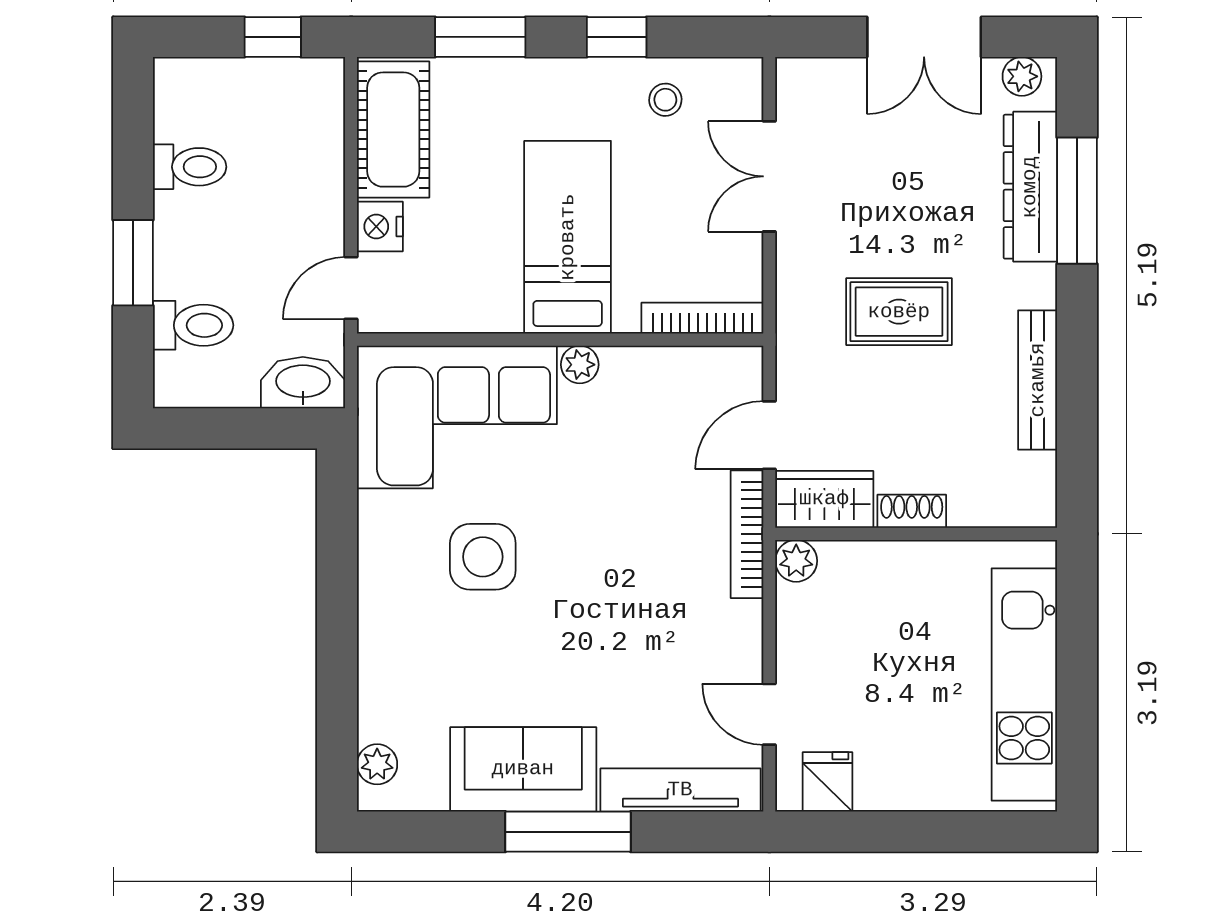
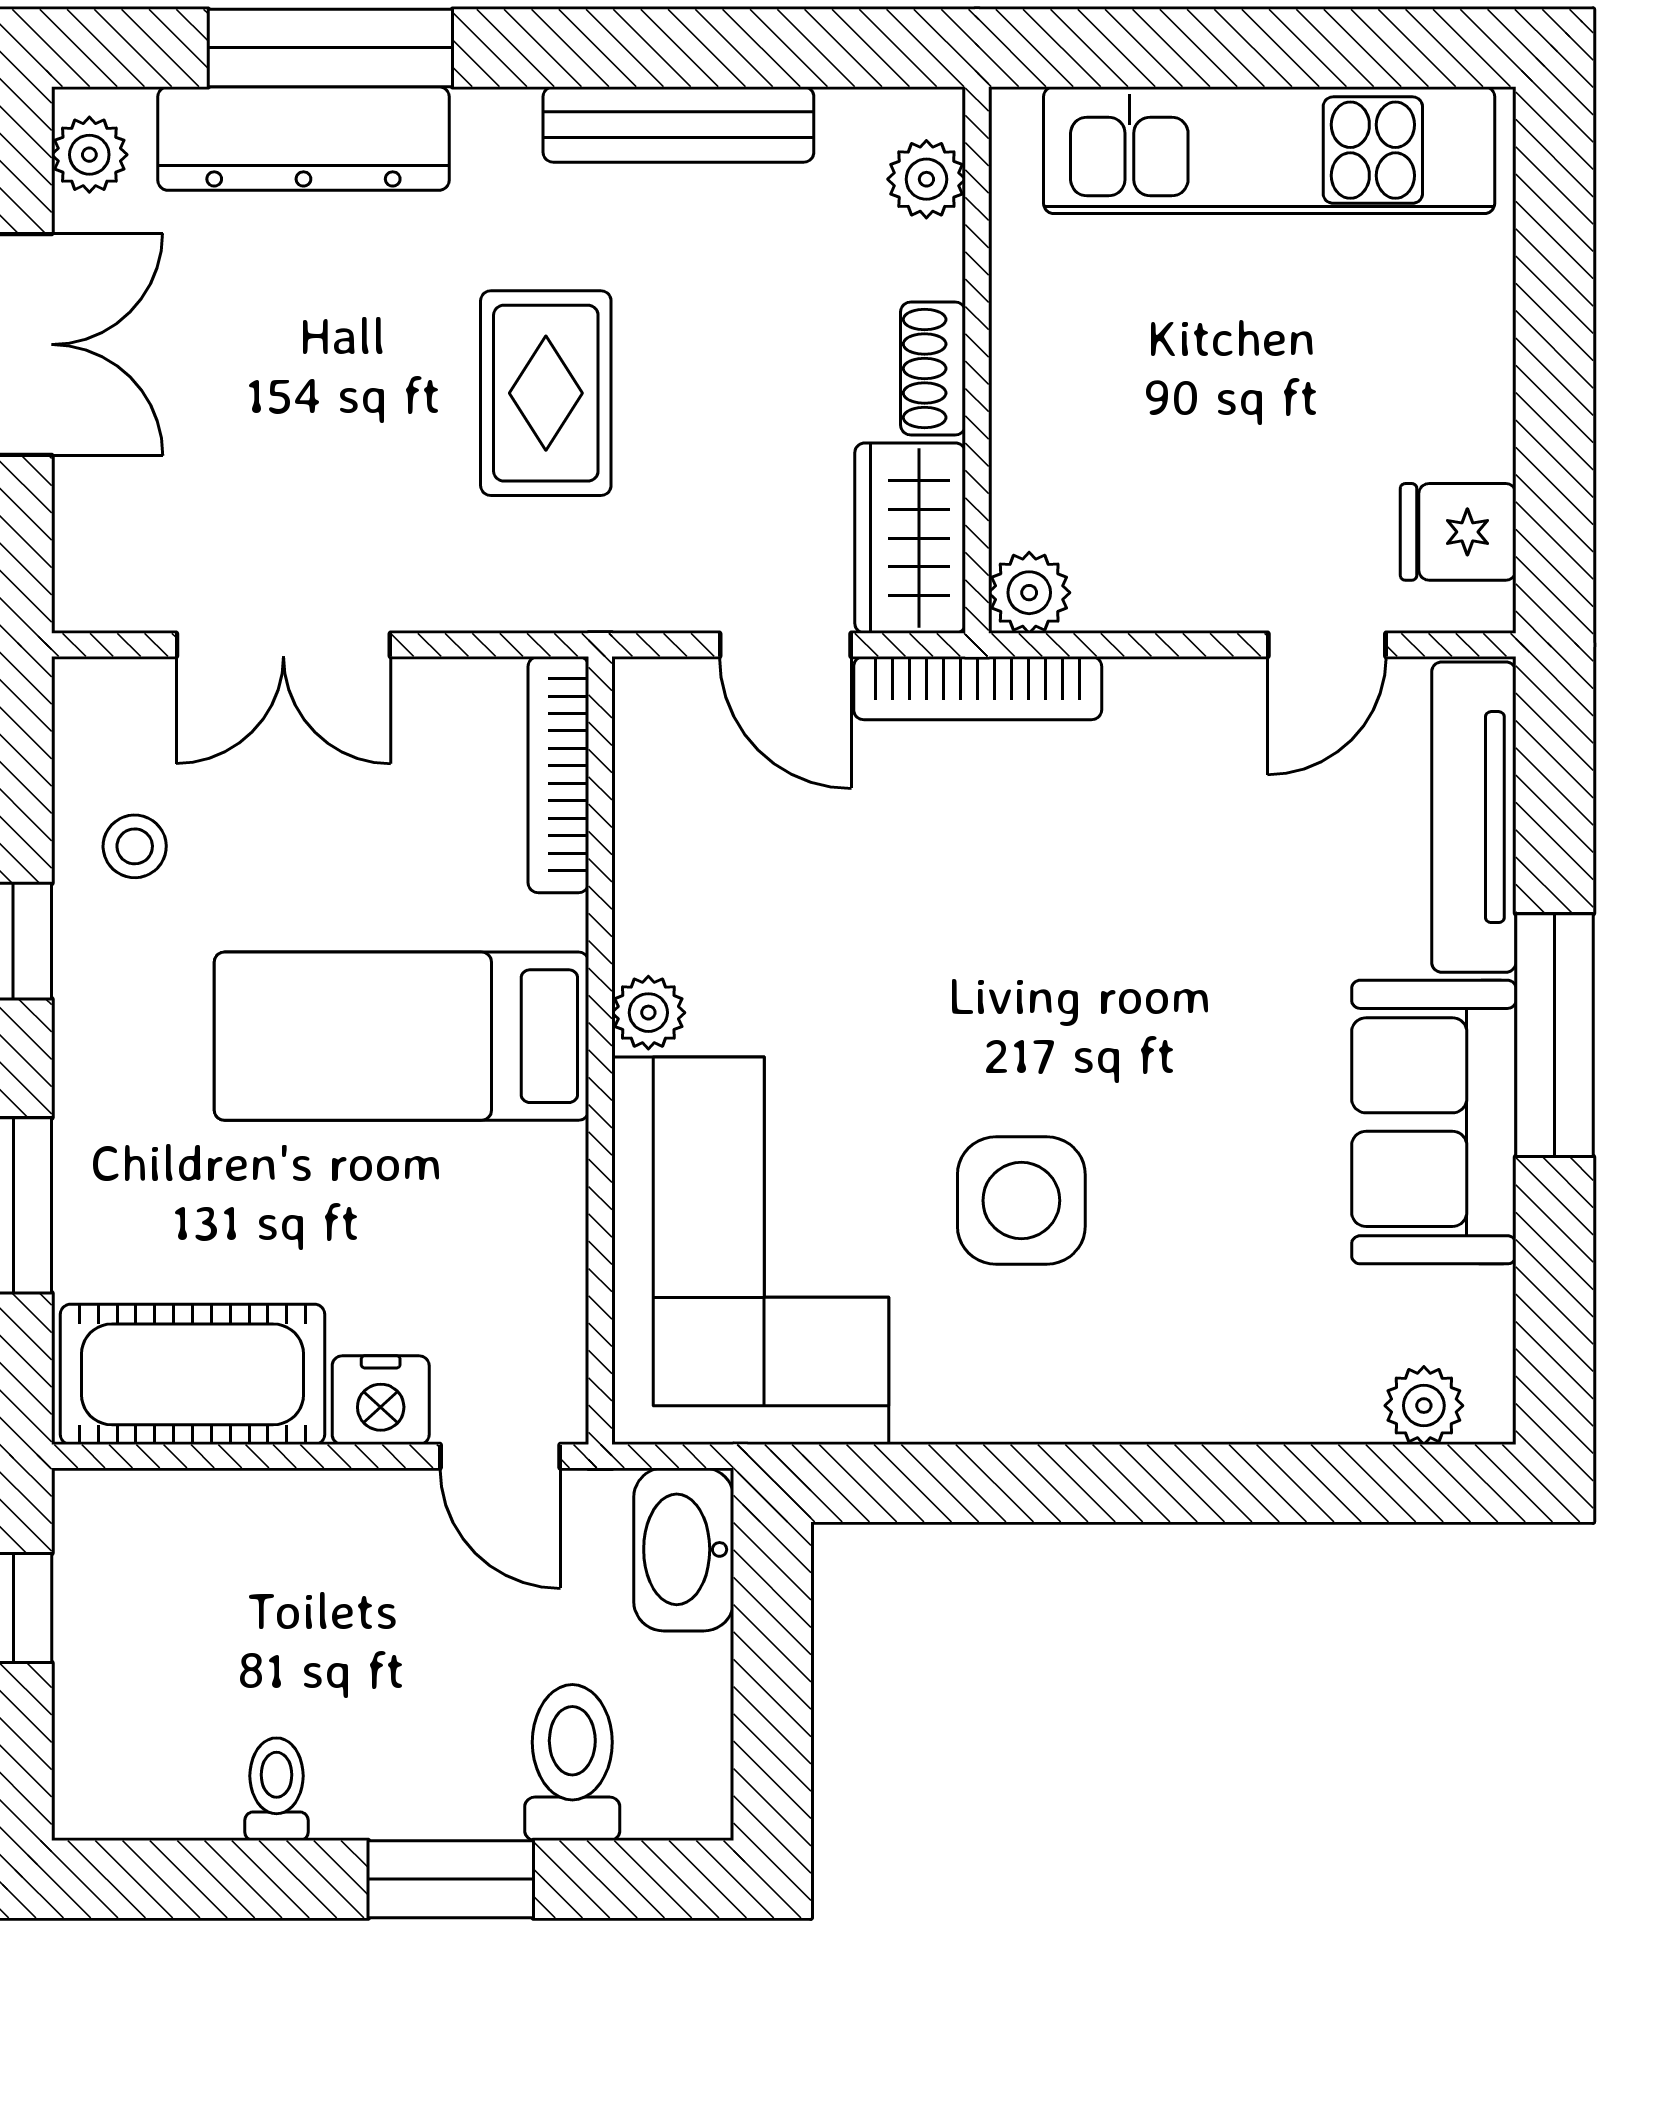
toilet: (190, 167) -> (276, 1789), width x0.73, depth x0.72
plant: (1009, 508) -> (926, 179), added

